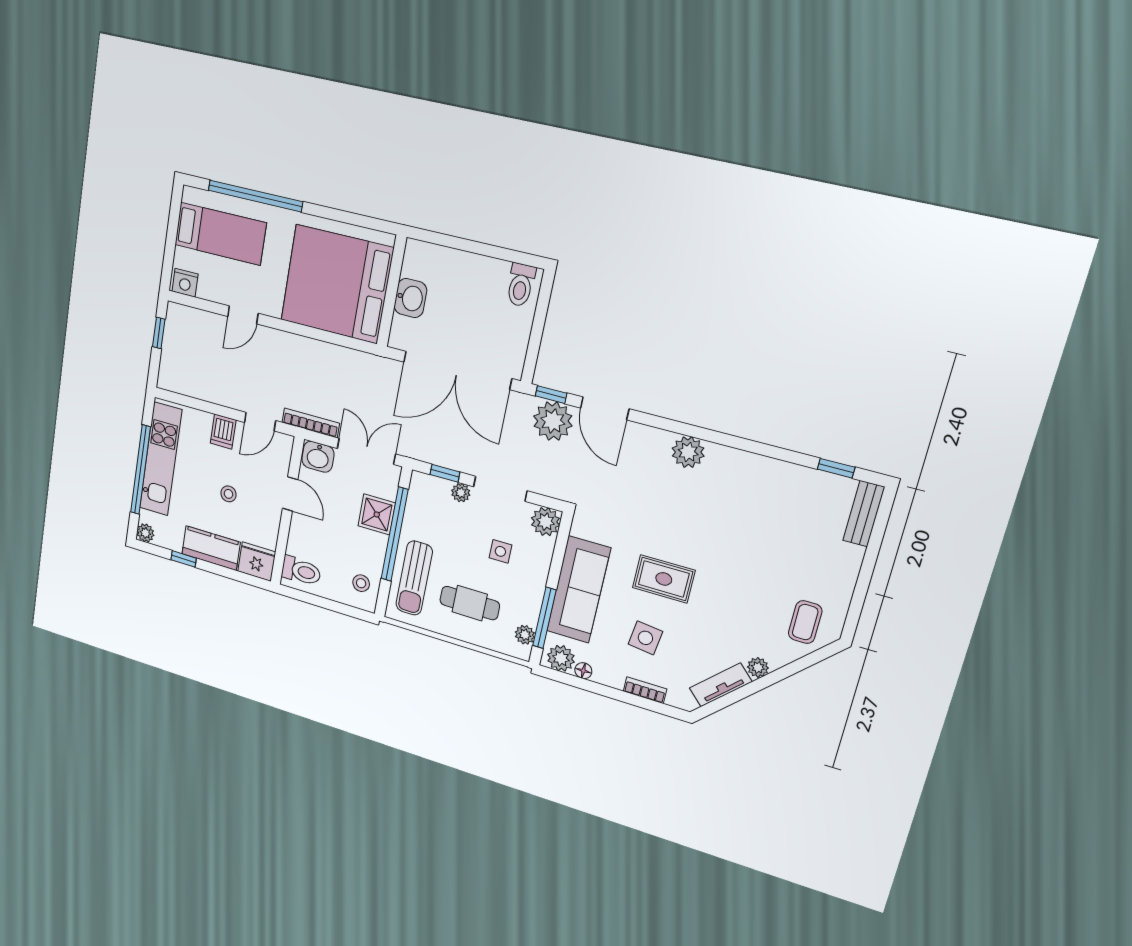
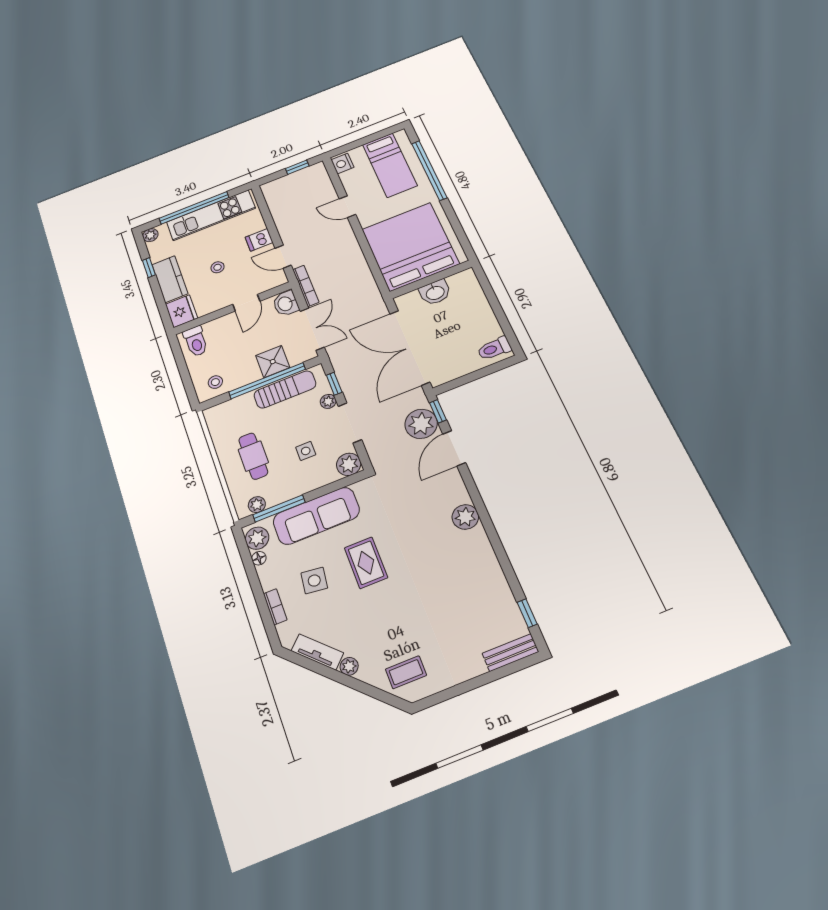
sun lounger: (414, 578) -> (285, 389), moved, turned 180

